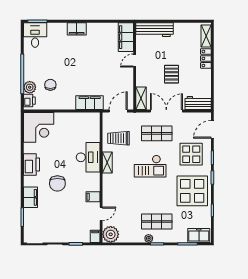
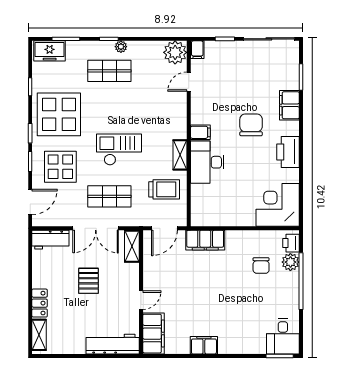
filing cabinet: (77, 29) -> (204, 345), moved
filing cabinet: (93, 197) -> (200, 132), moved

